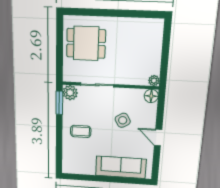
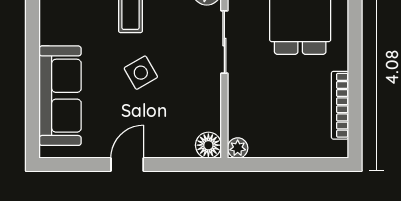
bookcase: (134, 23) -> (340, 105), added
side table: (123, 120) -> (141, 73), moved

